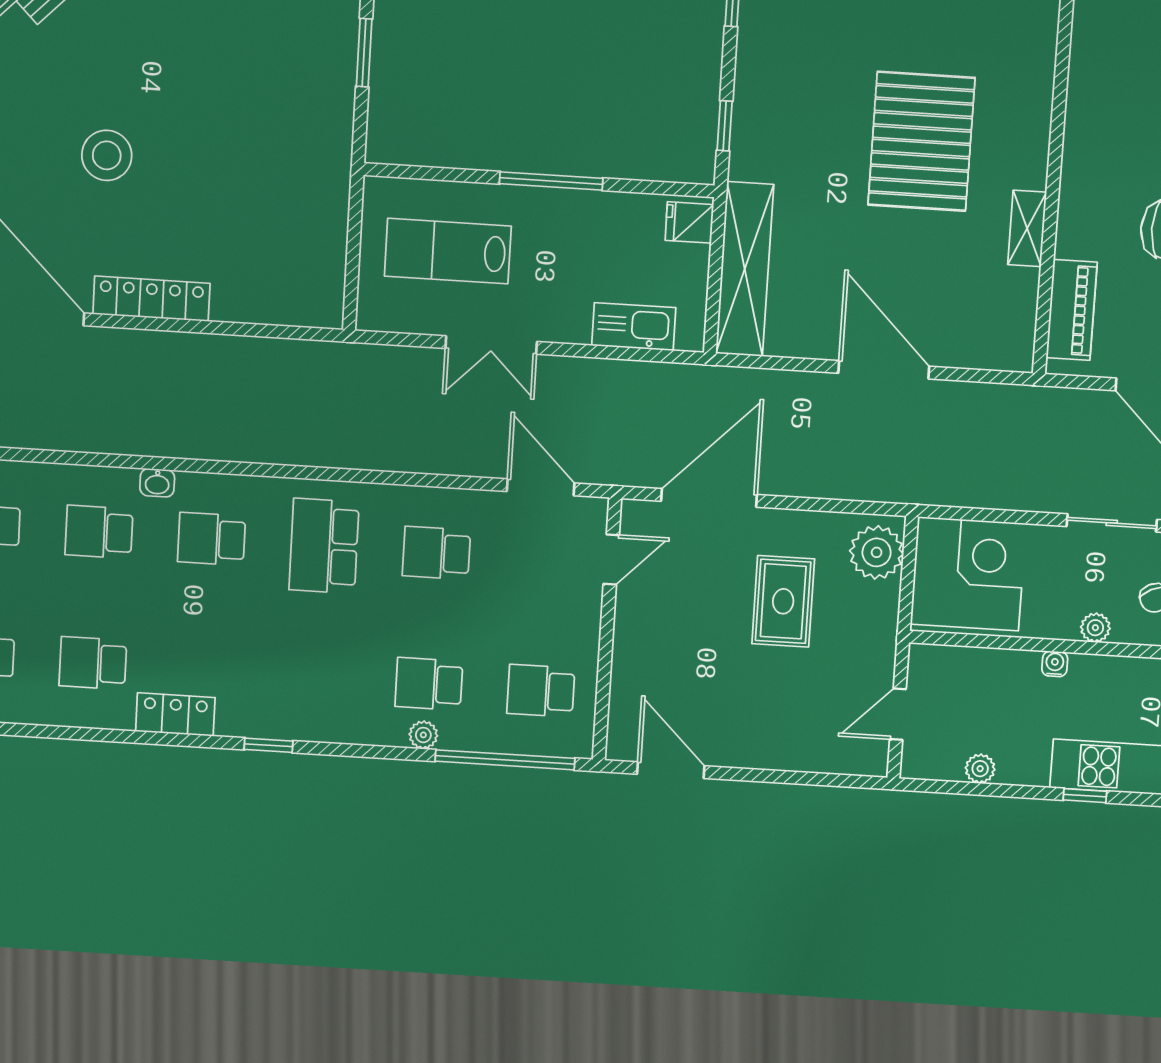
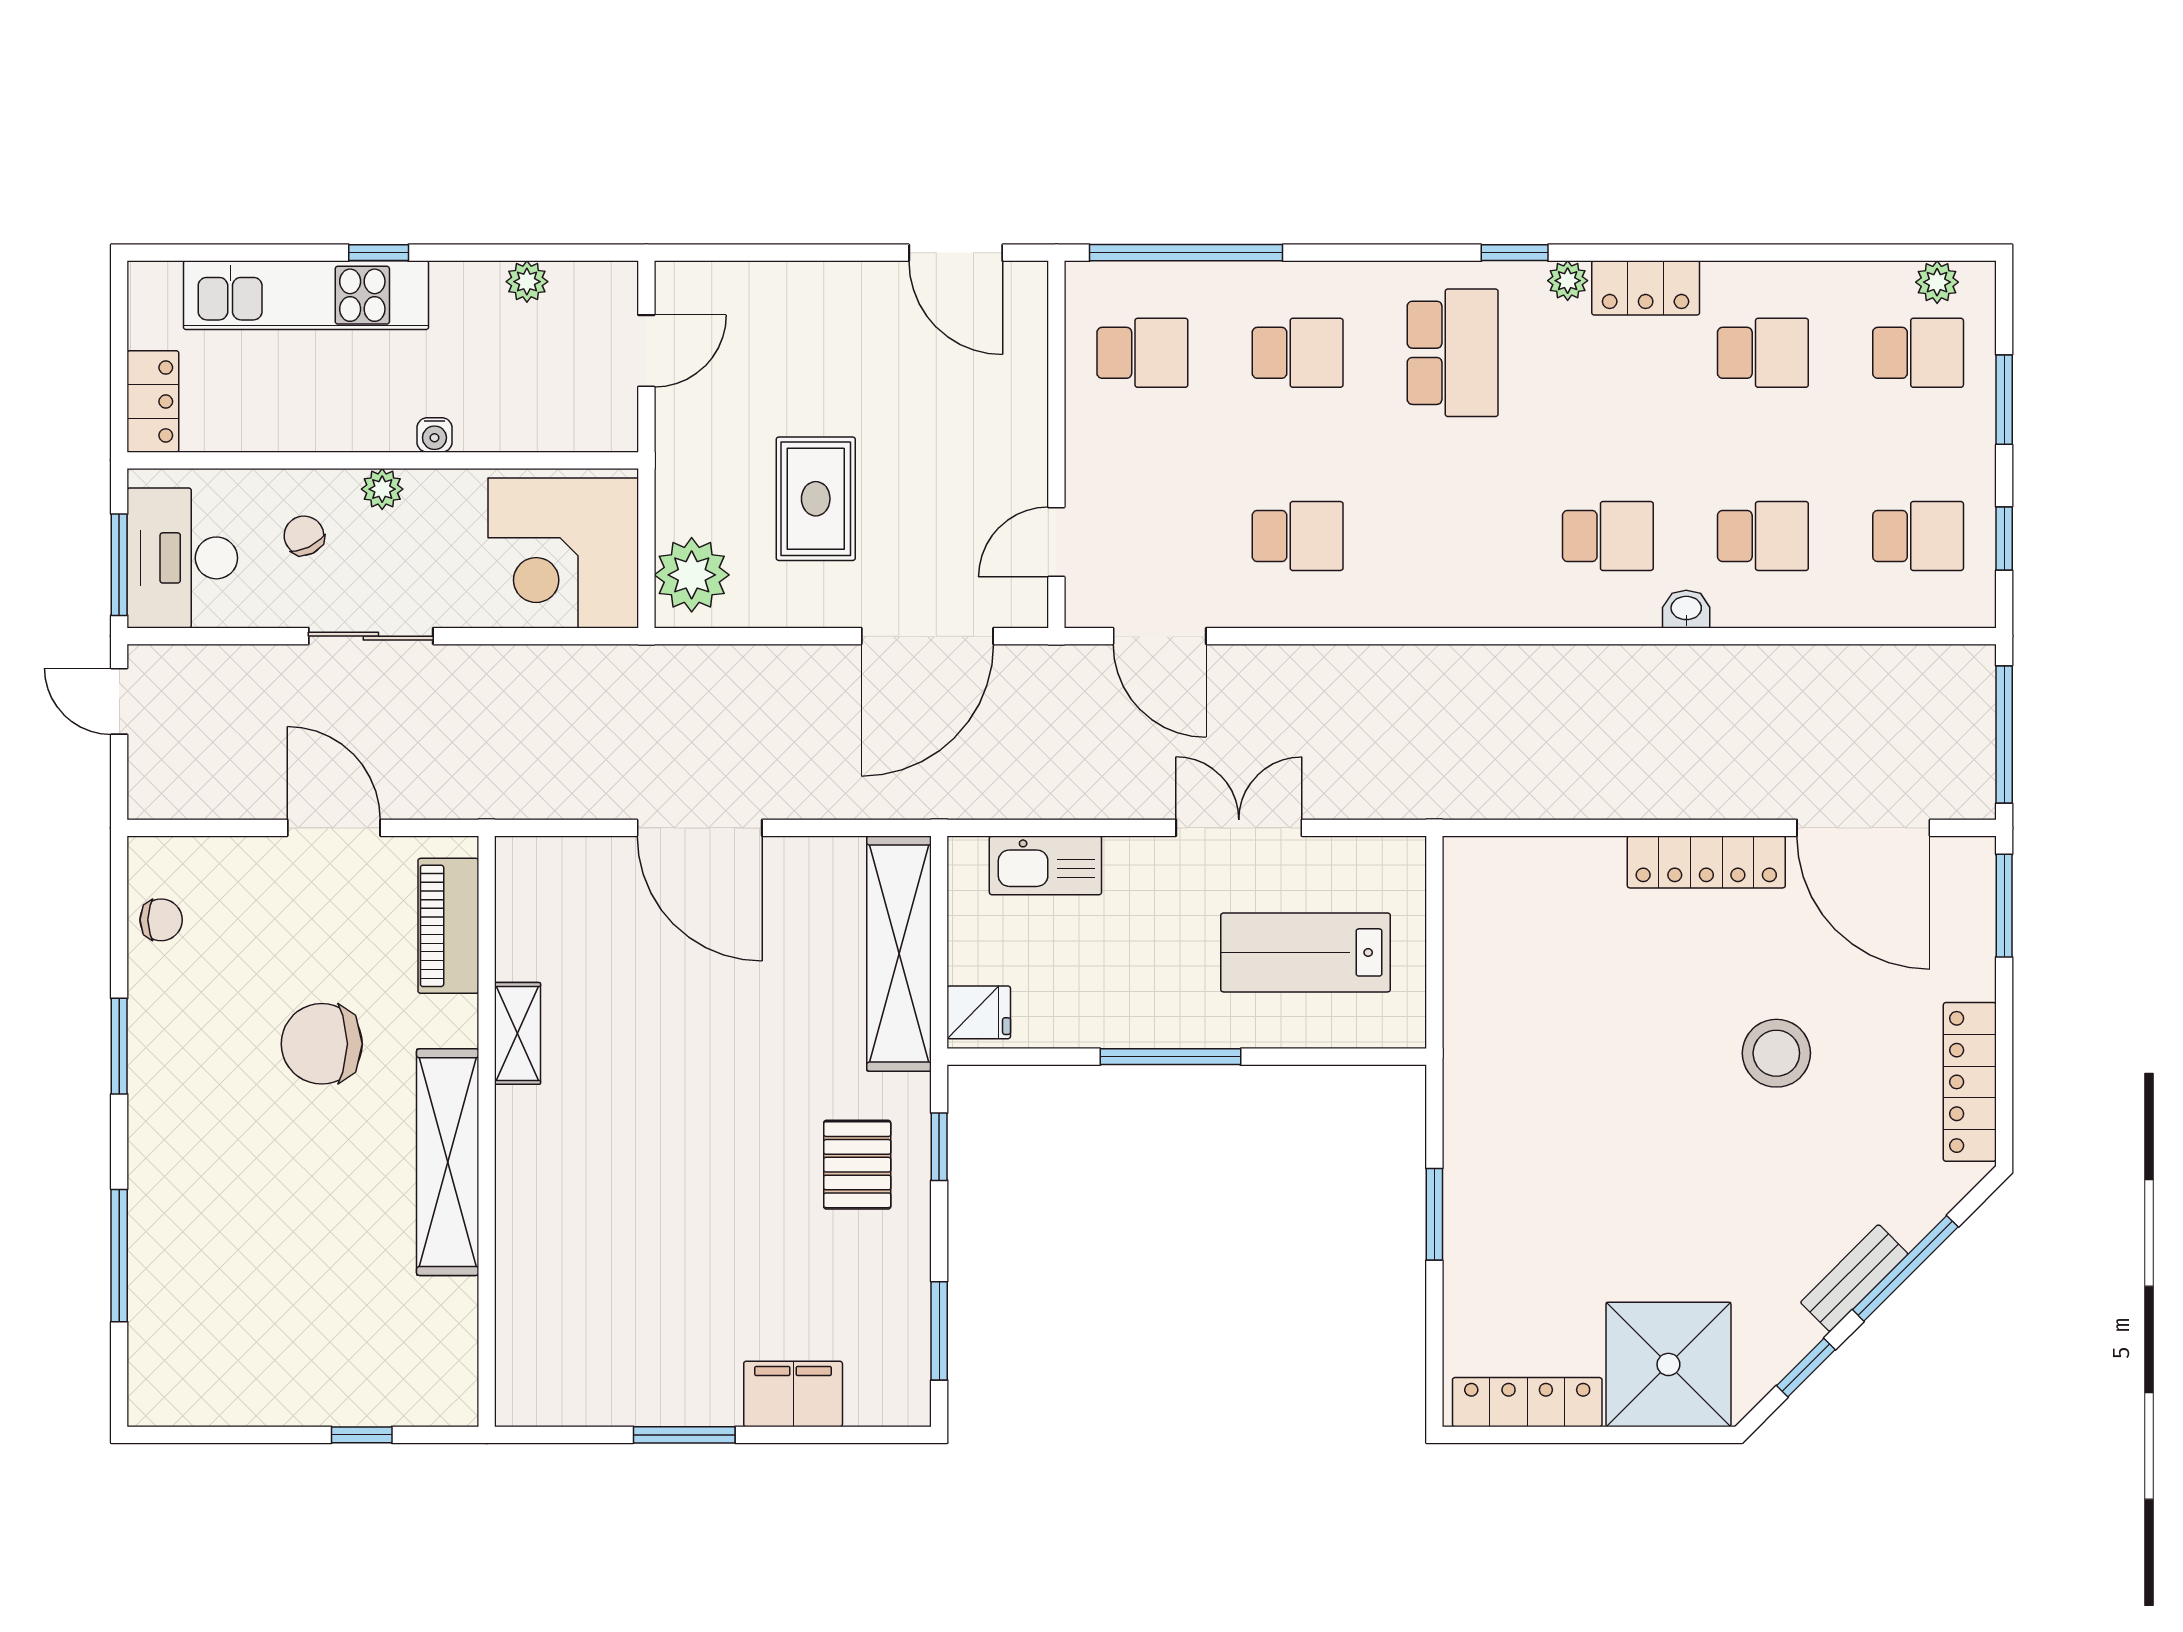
shelving: (1085, 137) -> (448, 1162), added
pallet: (921, 141) -> (857, 1165), moved, width x0.49, depth x0.50
lab bench: (448, 251) -> (1306, 952), turned 180
school desk: (324, 546) -> (1453, 353), moved
plant: (423, 735) -> (1568, 281), moved

